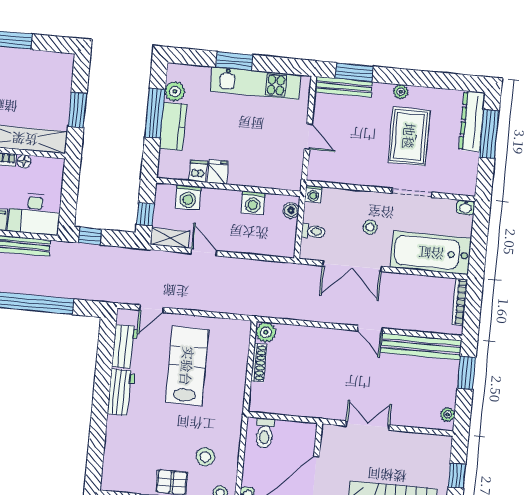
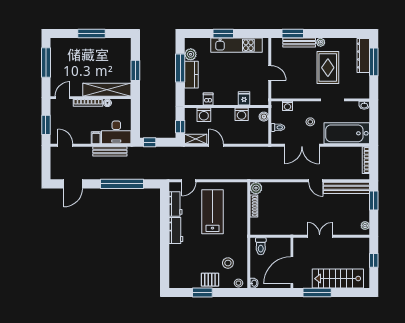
bench: (344, 87) -> (299, 43), moved
fridge: (218, 172) -> (244, 98), moved
washing machine: (313, 194) -> (287, 106), moved

